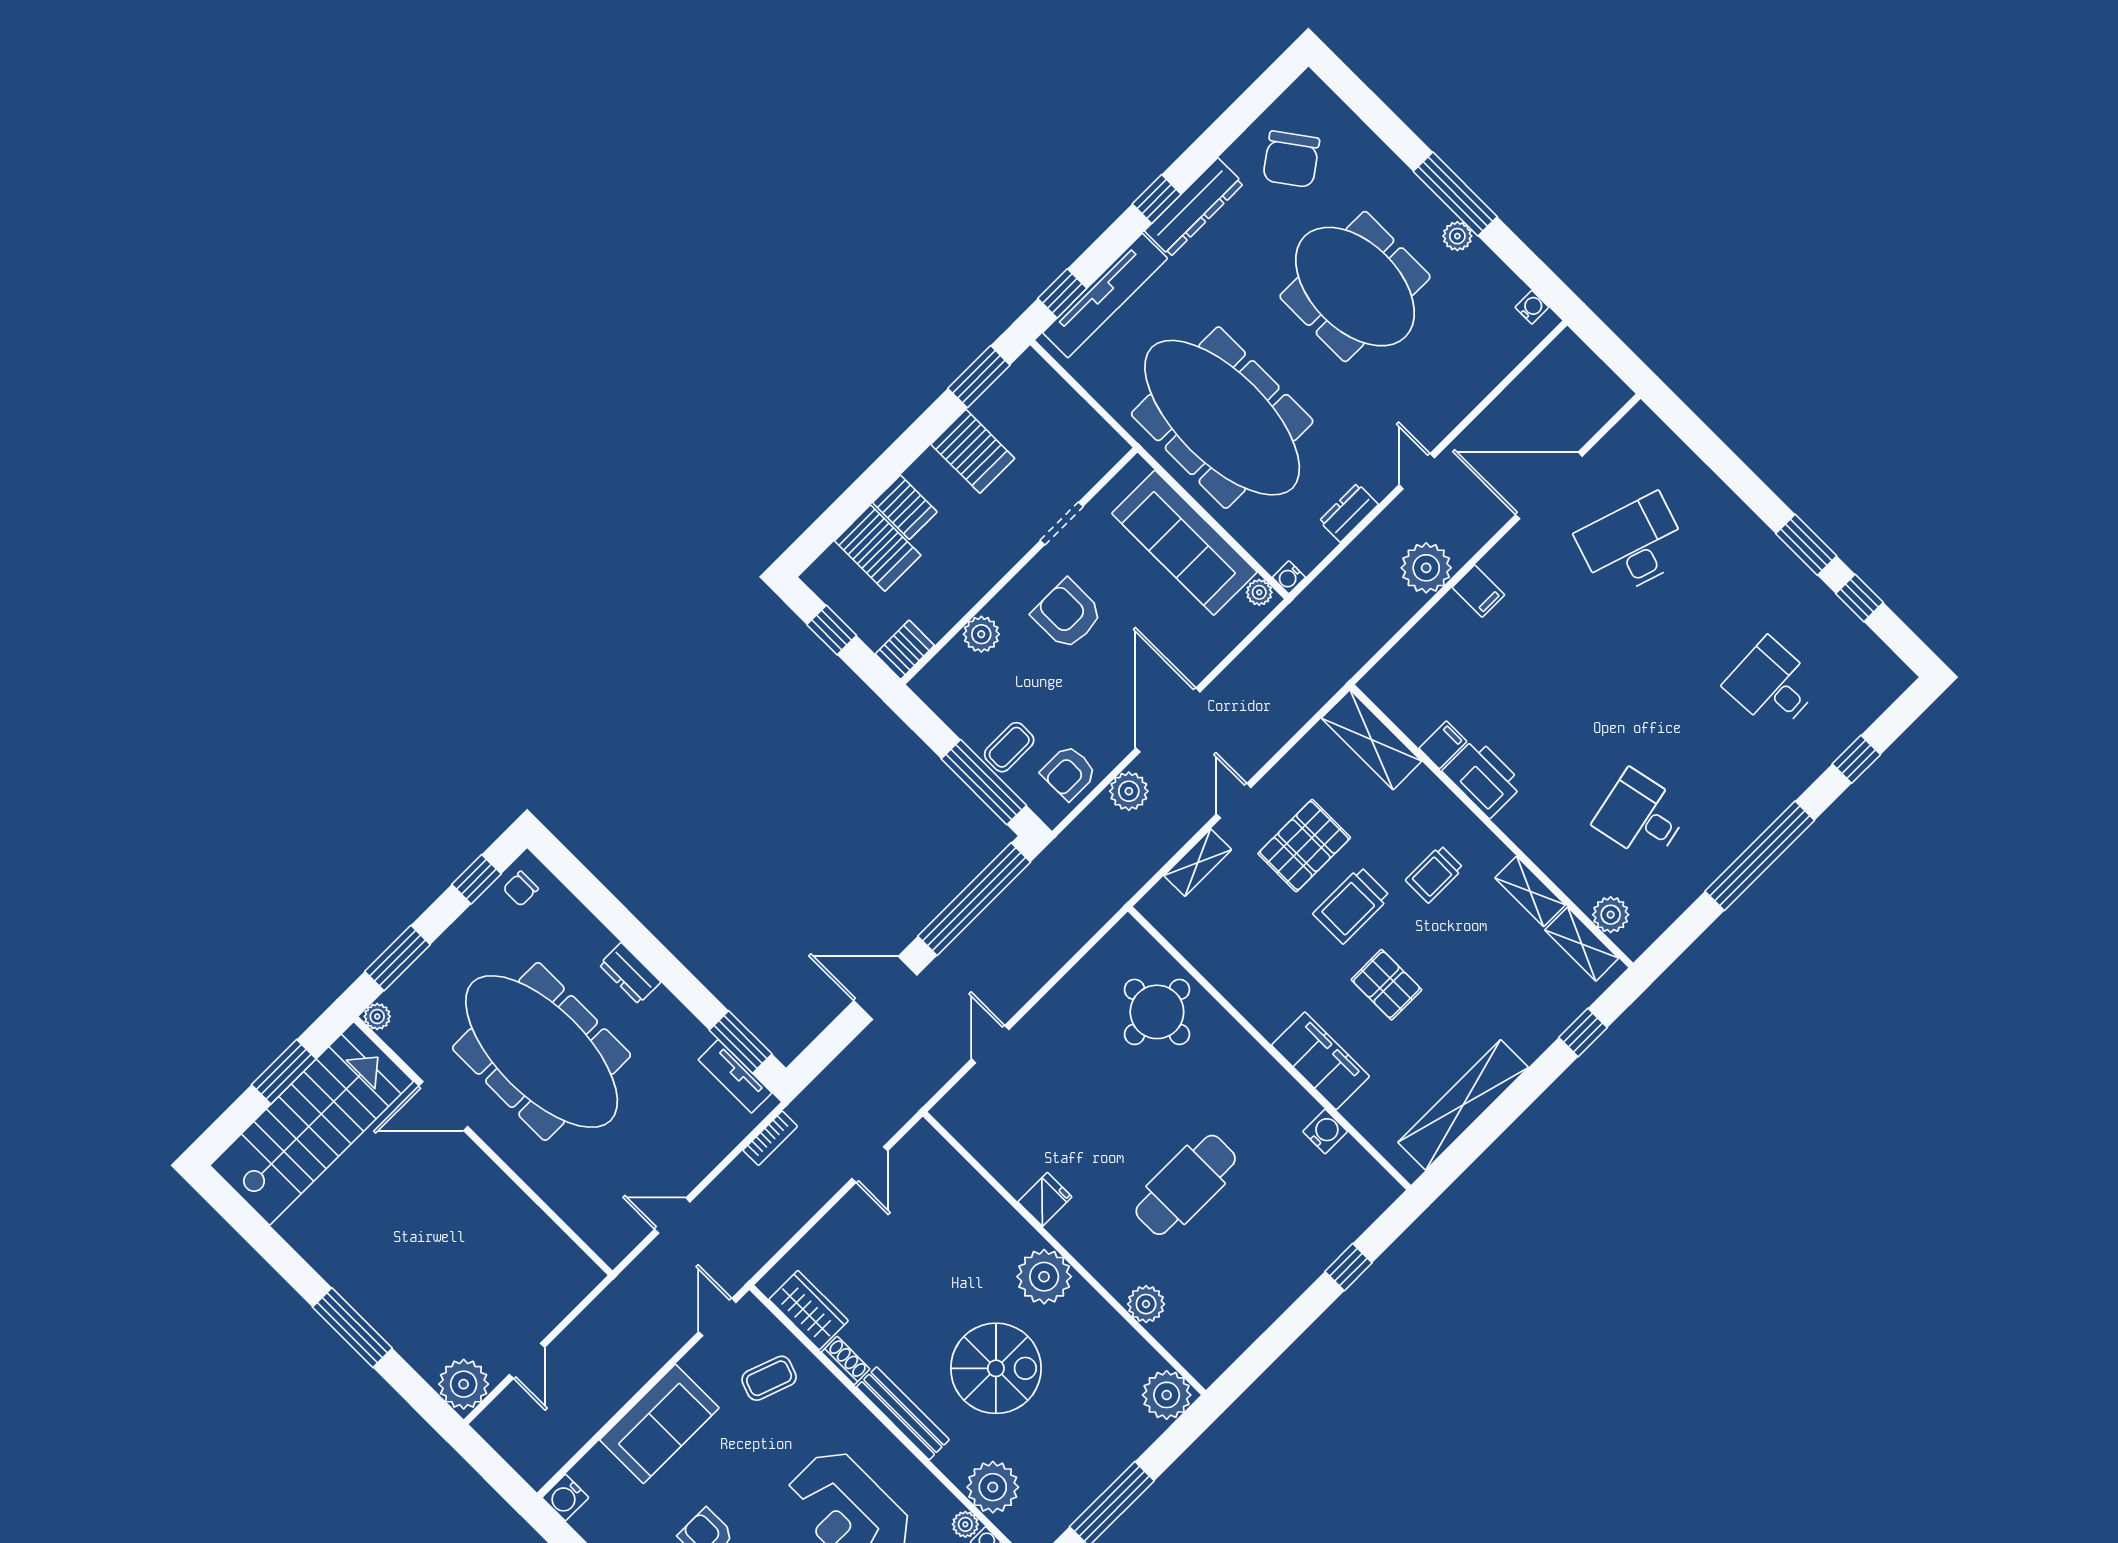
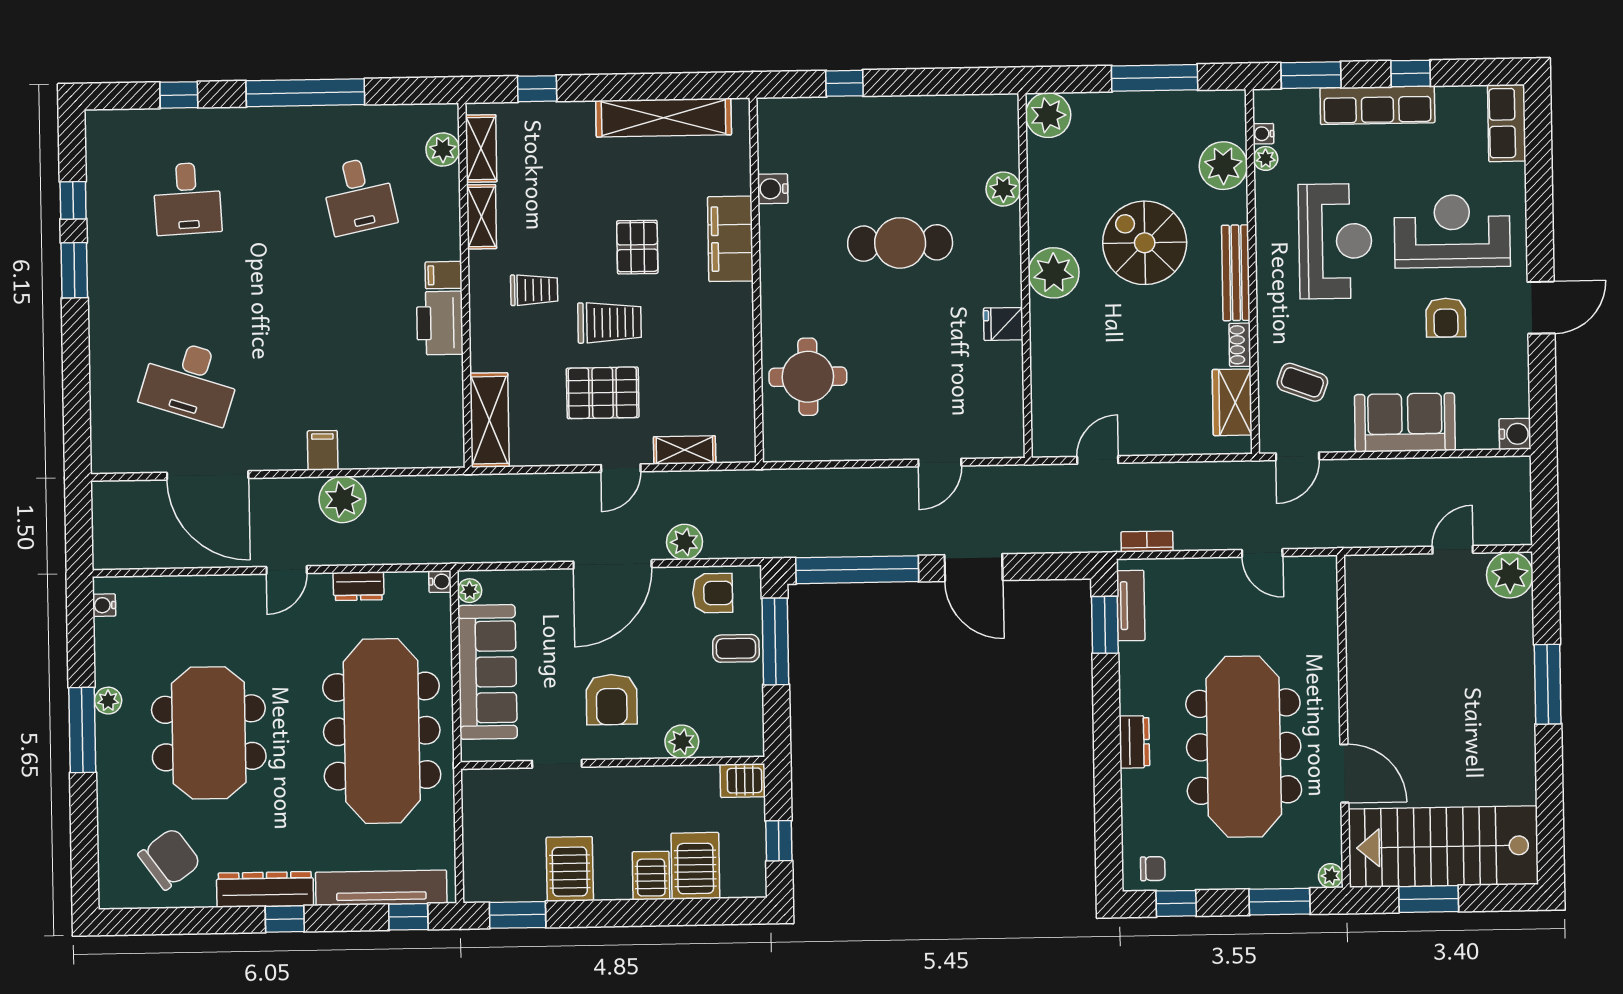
filing cabinet: (1443, 745) -> (444, 275), moved

